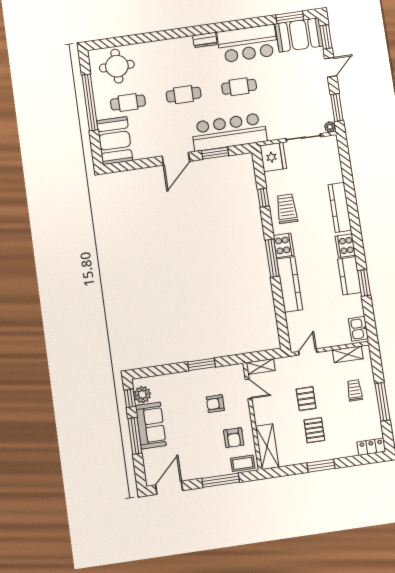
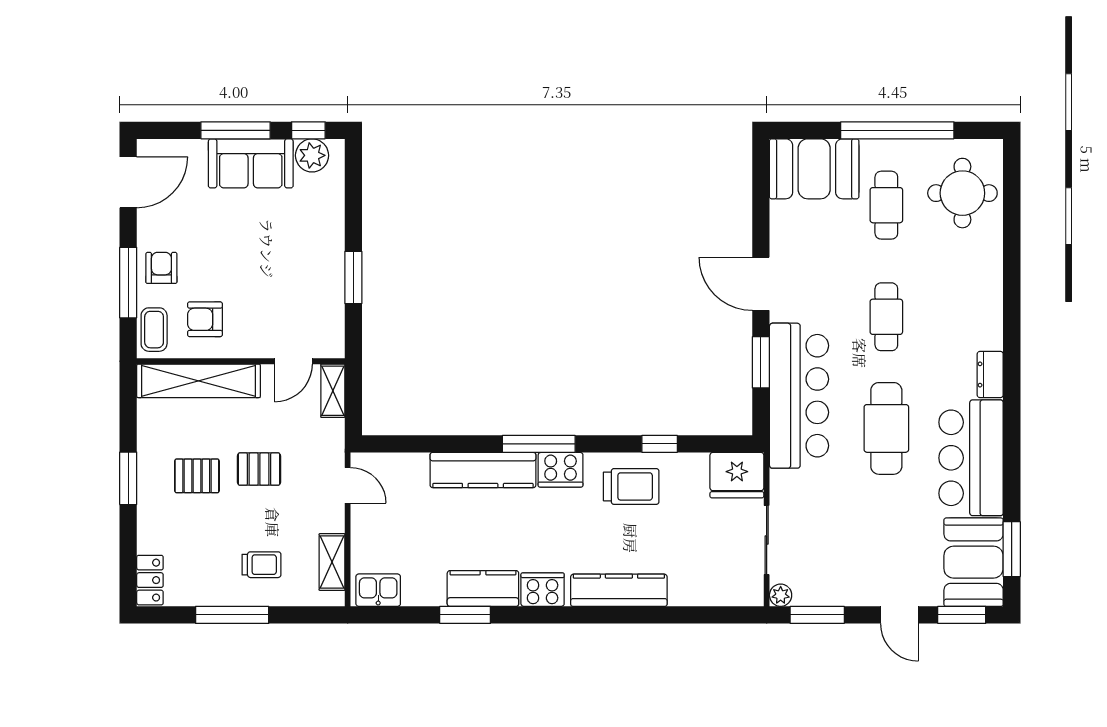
cafe table: (239, 87) -> (886, 428), width x1.37, depth x1.35
armchair: (215, 404) -> (161, 268), moved
shelving: (267, 447) -> (199, 381), width x1.47
door: (169, 488) -> (128, 182), hinge flipped

